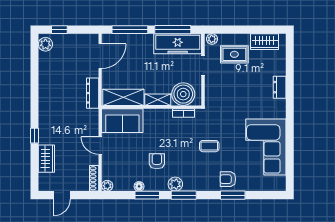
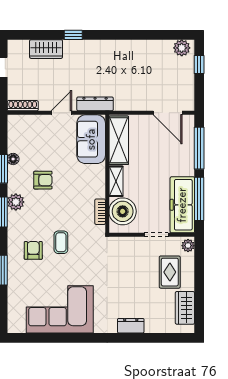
dresser: (93, 93) -> (95, 104), moved
armchair: (228, 179) -> (33, 250), moved
plant: (107, 186) -> (14, 121), removed

